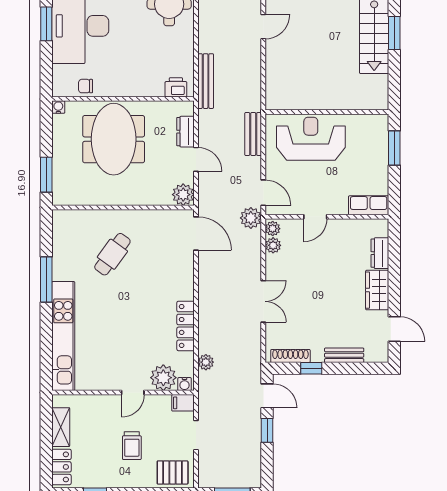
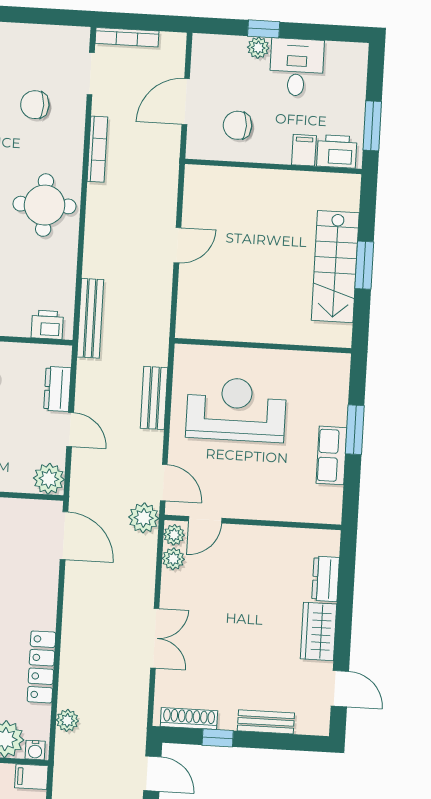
wall: (327, 112) -> (263, 346), moved
row of seats: (369, 205) -> (331, 455), moved, turned -90
door: (315, 217) -> (205, 520), moved

